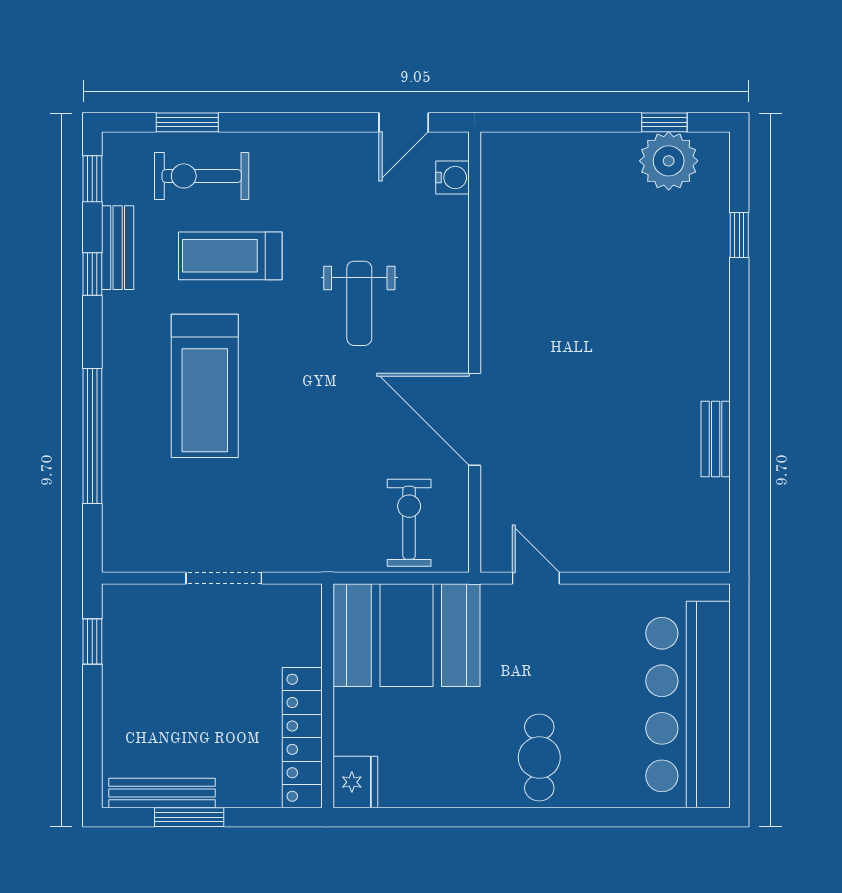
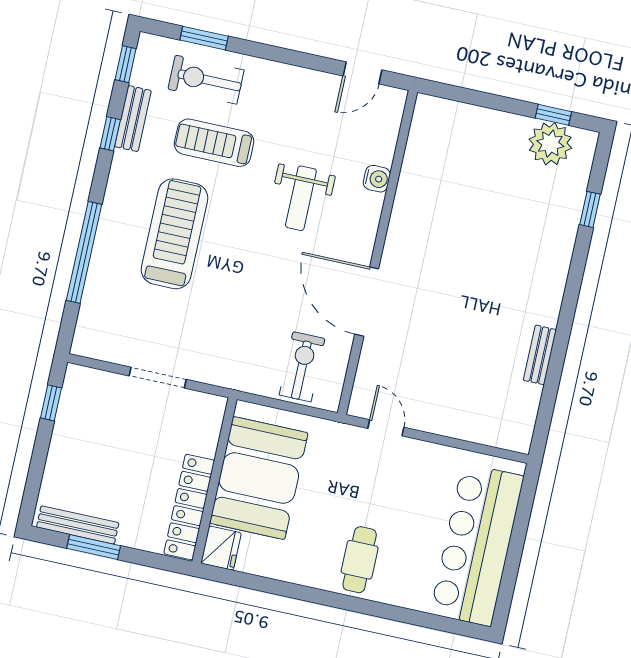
water cooler: (453, 177) -> (377, 179), moved
treadmill: (205, 386) -> (175, 234), turned 180
booth: (406, 635) -> (259, 478), moved, turned 90

